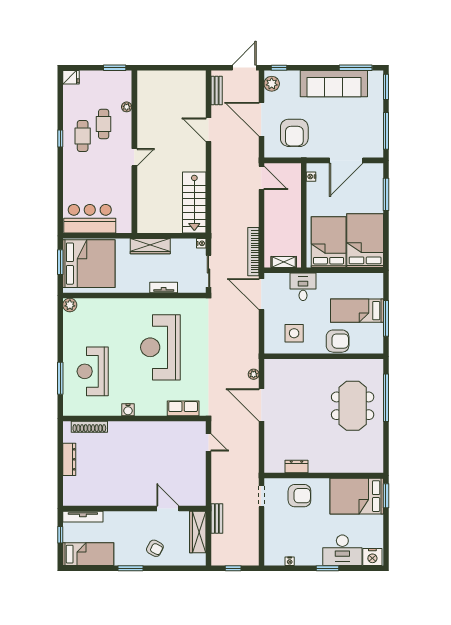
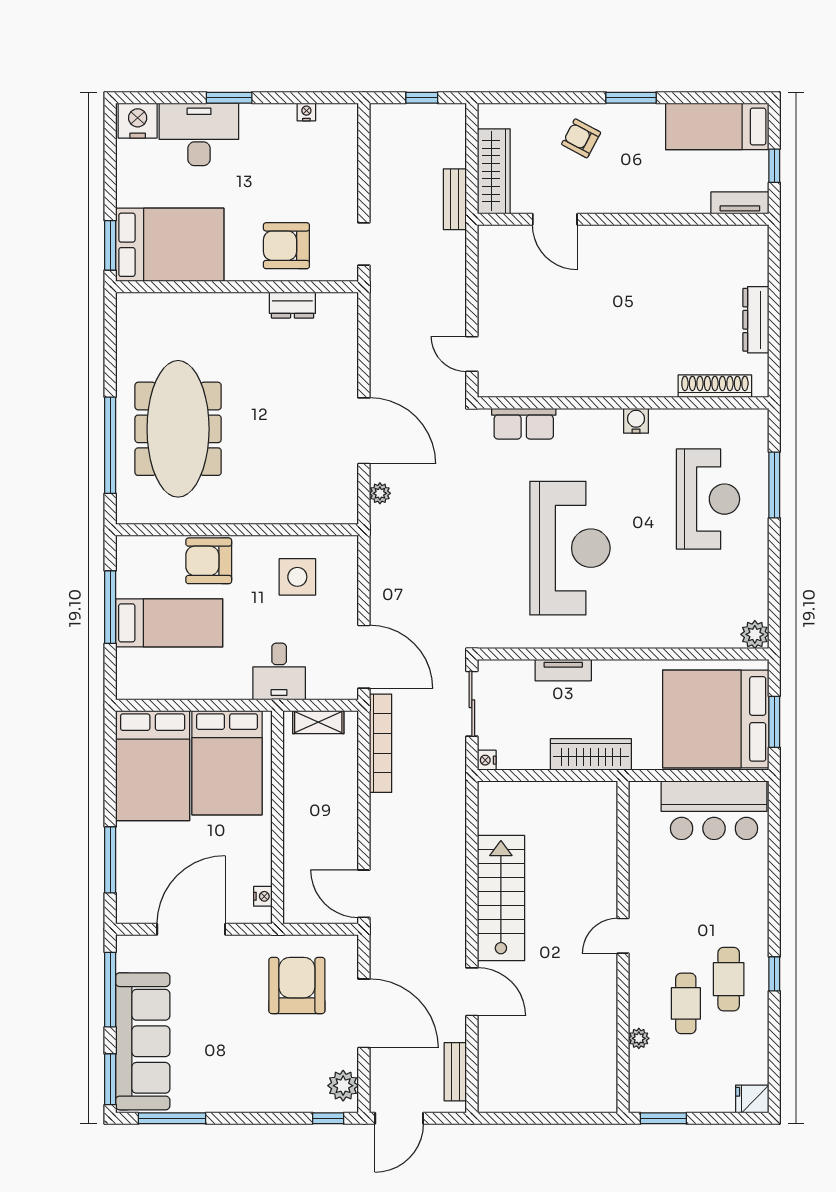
sofa: (334, 84) -> (143, 1041), moved, turned 90
stairs: (194, 202) -> (501, 898), moved
meeting table: (353, 406) -> (178, 429), width x1.36
tv unit: (83, 517) -> (740, 203), width x0.71

